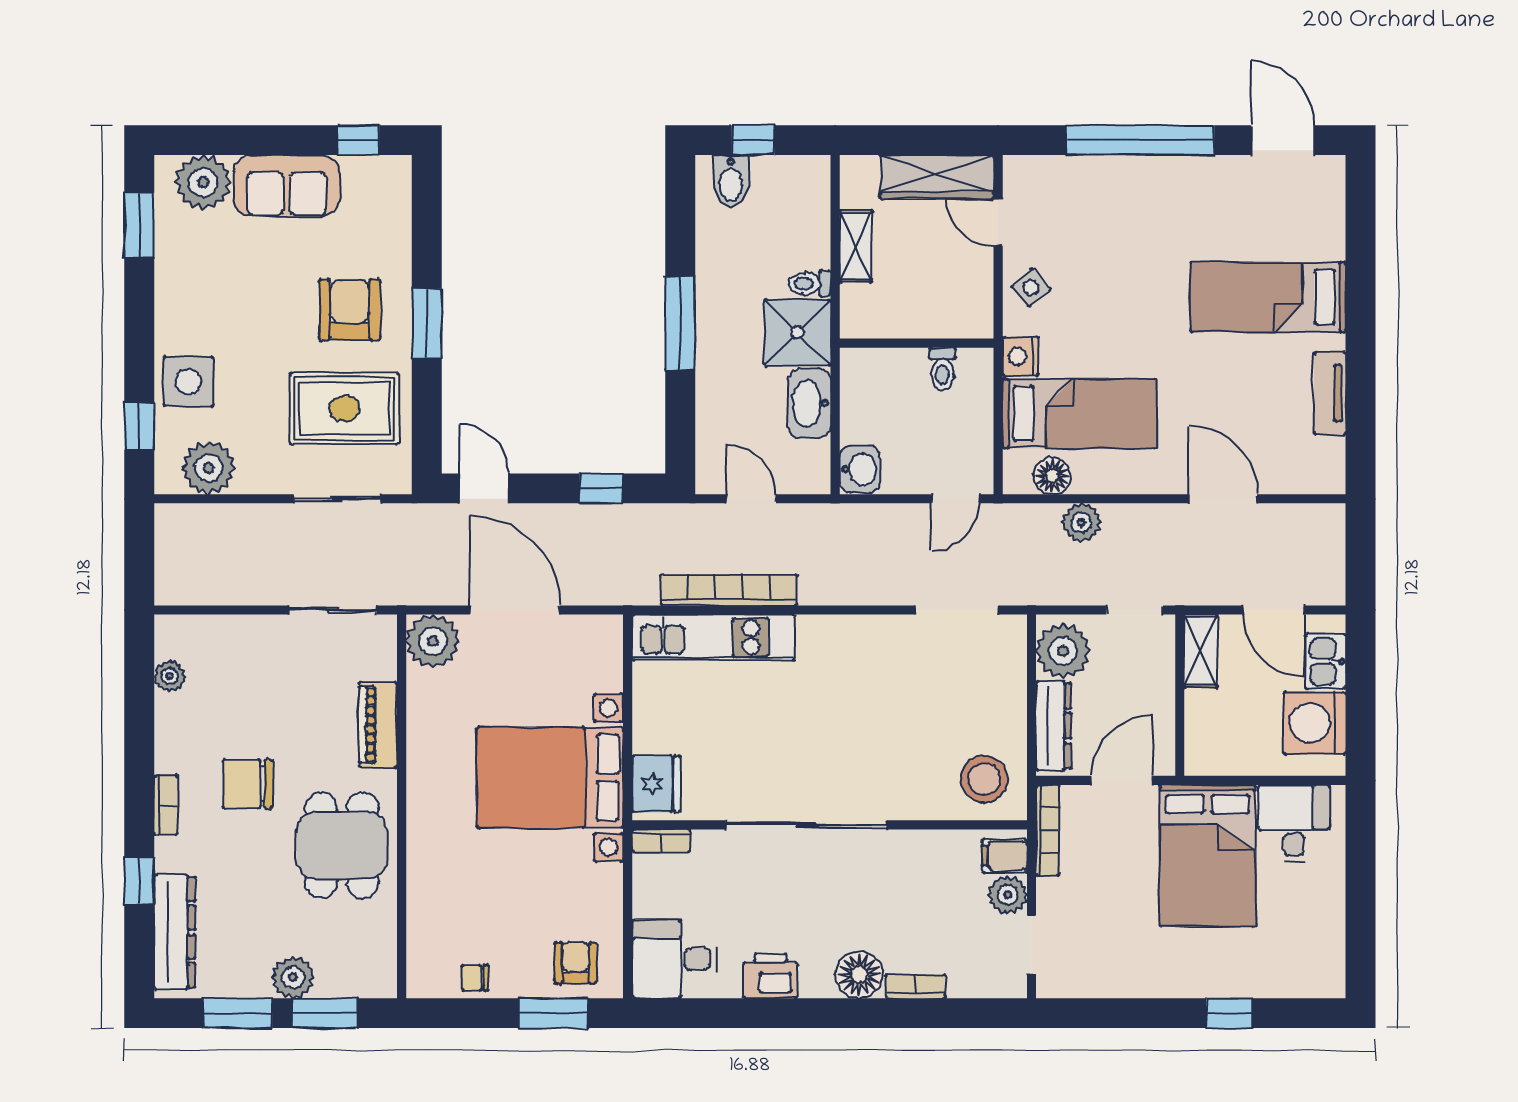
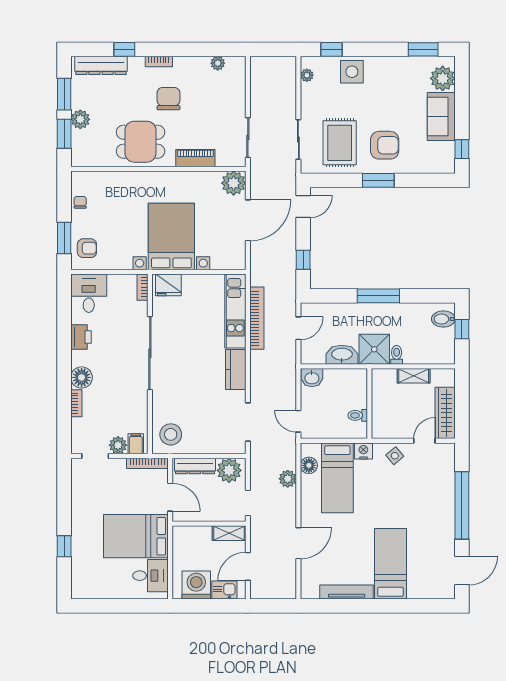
tv unit: (1330, 393) -> (347, 592), width x1.41
plant: (209, 468) -> (307, 75), width x0.53, depth x0.53
kitchen counter: (842, 636) -> (236, 370), added

